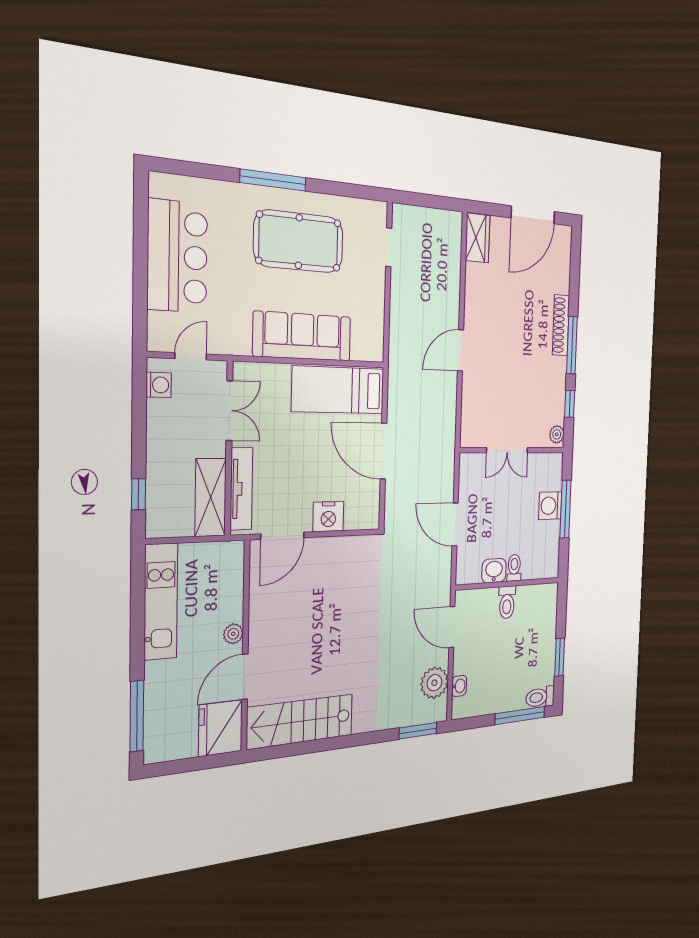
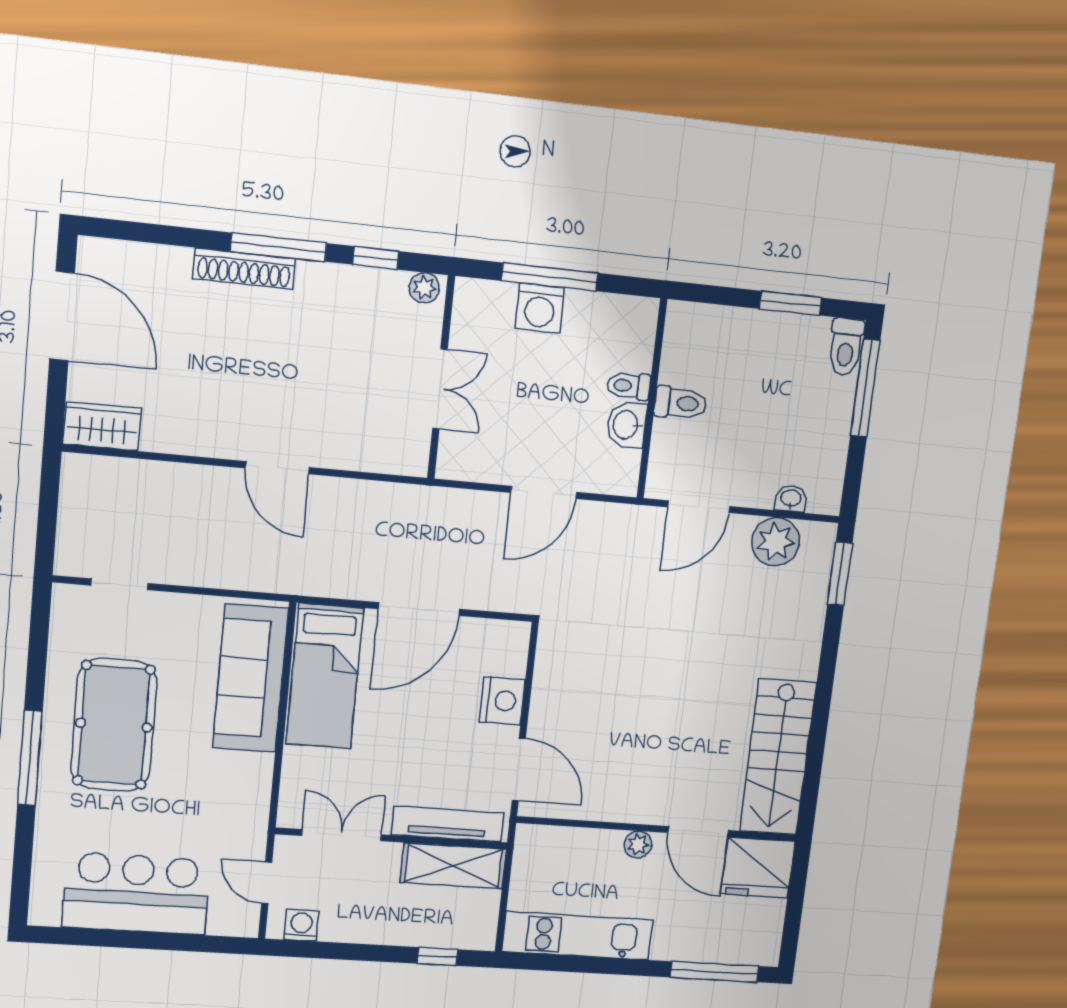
sofa: (302, 336) -> (251, 678), moved

